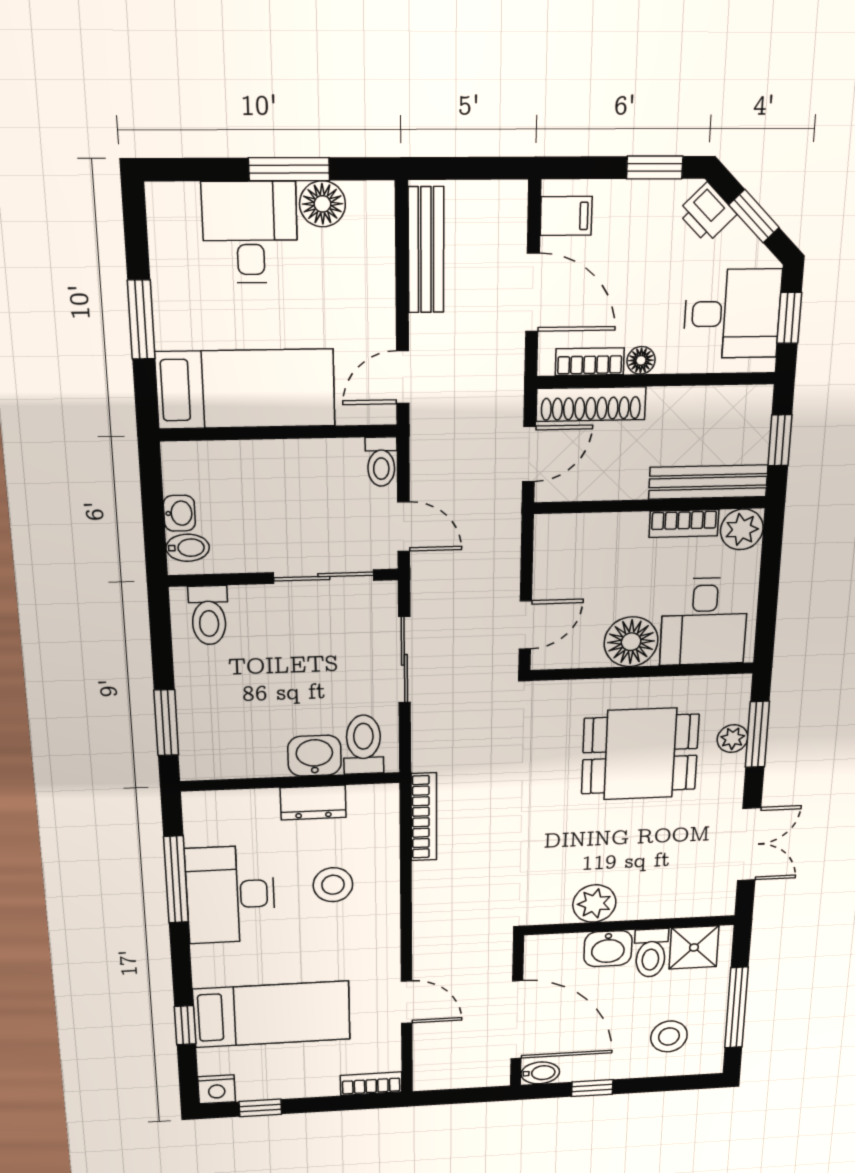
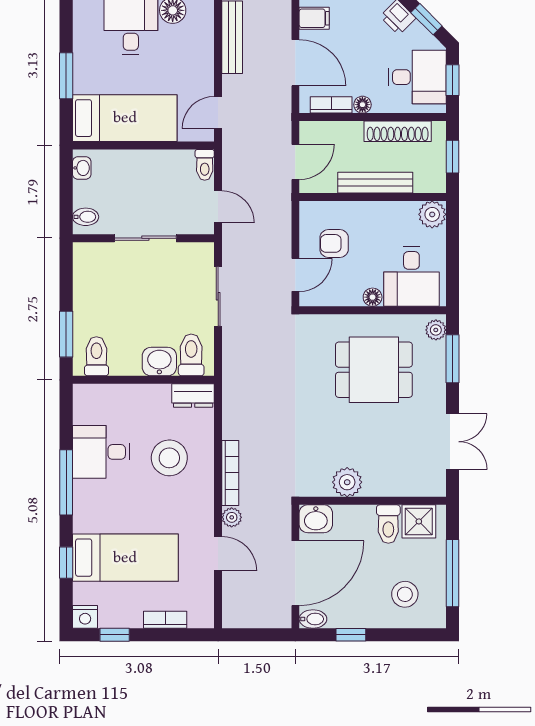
shoe rack: (591, 404) -> (398, 131), moved
bench: (708, 482) -> (375, 183), moved
washbasin: (179, 513) -> (82, 168), moved
bookcase: (684, 524) -> (395, 210), removed
sliding door: (324, 577) -> (145, 238), moved
armchair: (587, 577) -> (334, 243), added
toilet: (209, 615) -> (96, 356), moved, turned 180
floor lamp: (631, 642) -> (373, 297), width x0.53, depth x0.53
plant: (733, 739) -> (436, 330), moved
dresser: (313, 803) -> (193, 396), moved
bookcase: (424, 817) -> (230, 473), moved
window: (176, 880) -> (66, 482), moved
stool: (333, 885) -> (169, 458), width x1.38, depth x1.38
desk: (230, 895) -> (101, 452), width x0.73
washbasin: (608, 949) -> (316, 519), moved
plant: (426, 956) -> (232, 517), added
door: (517, 1020) -> (295, 573), hinge flipped
bookcase: (371, 1084) -> (165, 620), moved

